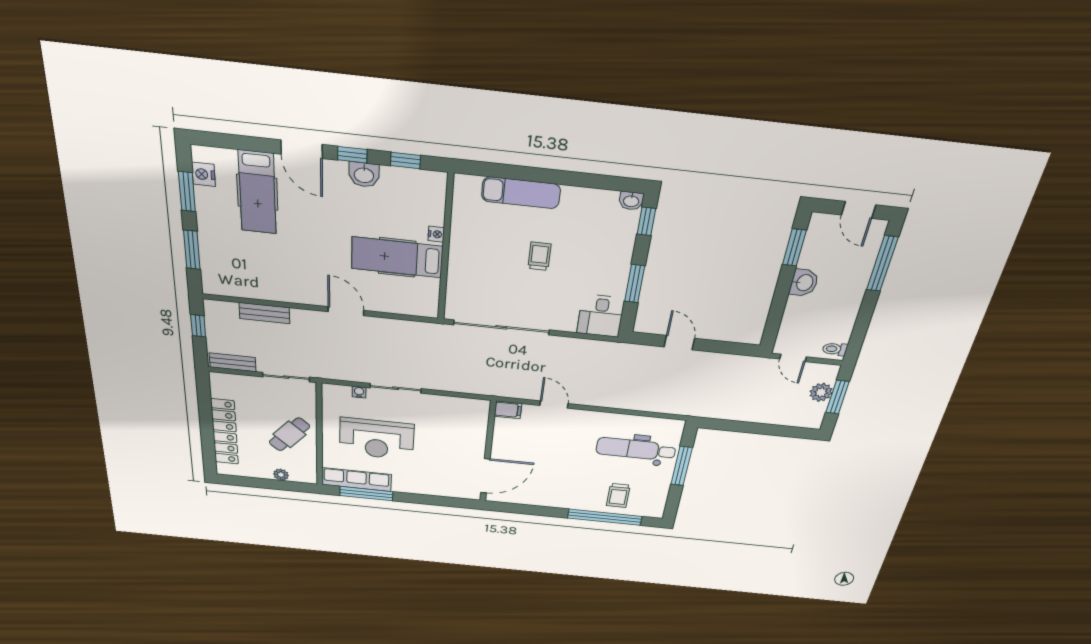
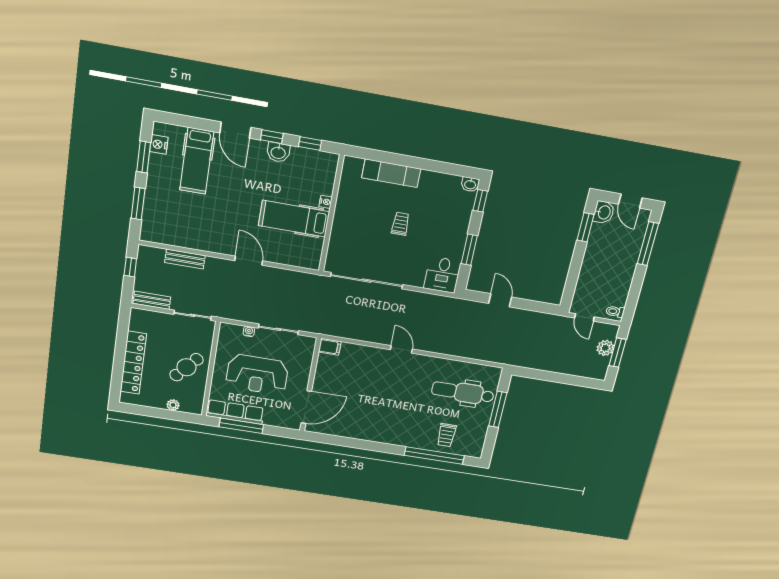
washbasin: (804, 283) -> (604, 212), moved
filing cabinet: (508, 410) -> (330, 347), moved
wall: (488, 452) -> (310, 385), moved
door: (485, 476) -> (306, 407), moved

